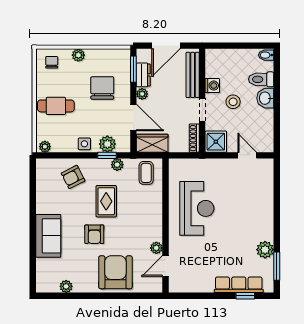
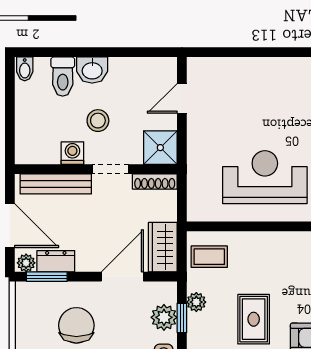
chair: (102, 88) -> (76, 325), turned 90
plant: (142, 94) -> (26, 263), moved
rug: (106, 201) -> (254, 319), turned 90

